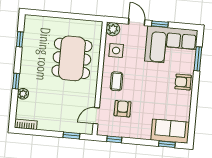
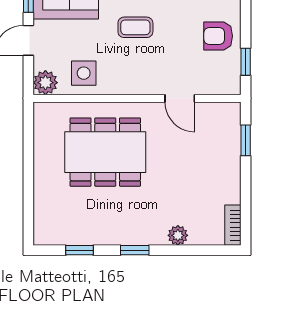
window: (16, 81) -> (135, 250), moved
coffee table: (116, 81) -> (135, 27), moved
armchair: (123, 109) -> (218, 36), moved
door: (96, 116) -> (180, 98), moved

